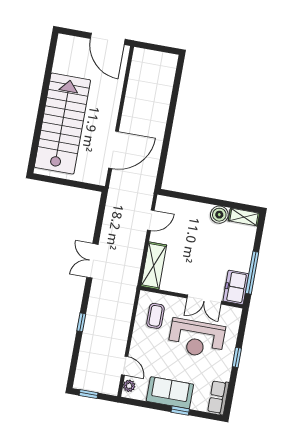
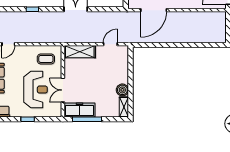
door: (114, 150) -> (154, 10), hinge flipped
door: (151, 220) -> (110, 44), swing flipped
freezer: (236, 287) -> (79, 110), width x1.40
reception desk: (196, 338) -> (36, 90), turned 180

